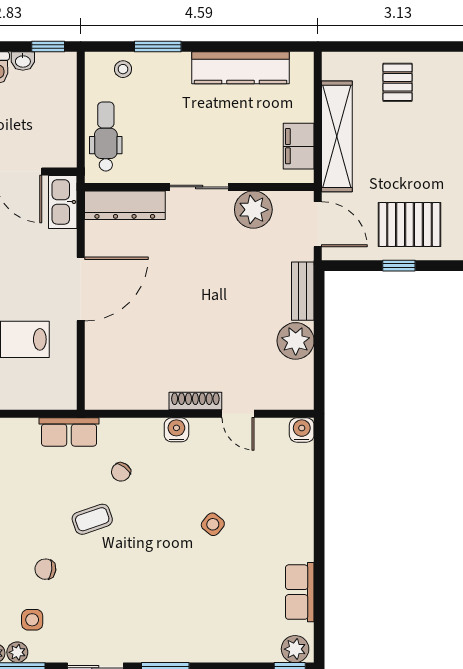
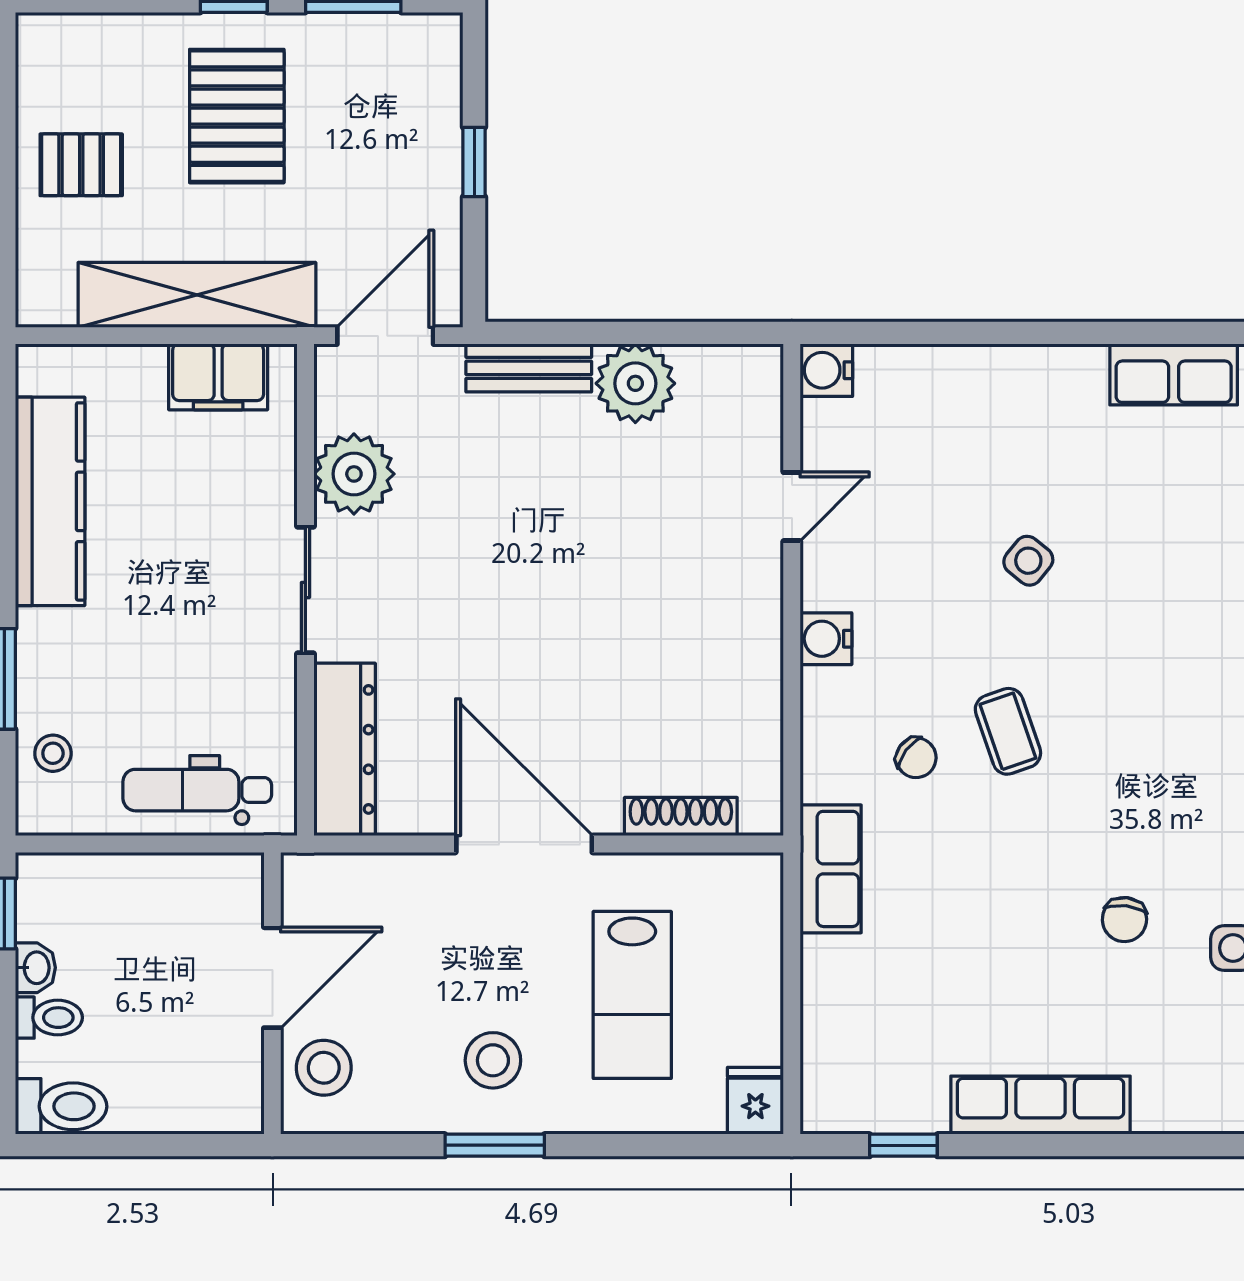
kitchen sink: (63, 202) -> (338, 882), removed
pallet: (409, 224) -> (237, 116), moved
shoe rack: (195, 401) -> (681, 817), moved, turned 90
coffee table: (92, 519) -> (1008, 731), moved

